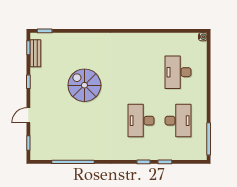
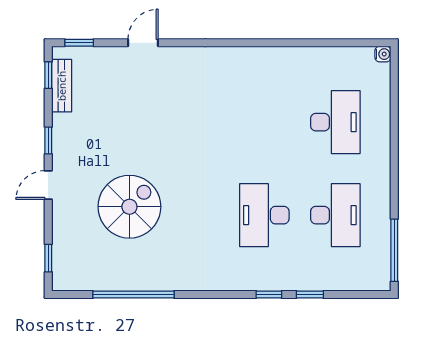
door: (78, 31) -> (143, 43), added
desk: (178, 72) -> (335, 122), turned 180
spiral stairs: (84, 85) -> (129, 207), moved, turned 90
door: (28, 115) -> (48, 185), moved

